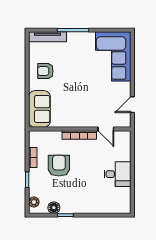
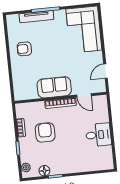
tv unit: (48, 37) -> (36, 17), moved
sofa: (39, 109) -> (54, 87), moved, turned -90

